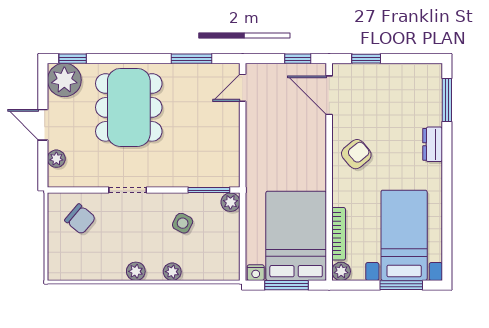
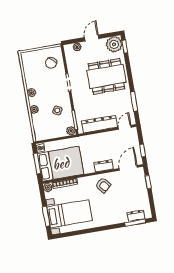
door: (243, 88) -> (125, 127), hinge flipped
dresser: (227, 140) -> (99, 124), added
dresser: (433, 144) -> (136, 216), moved
dresser: (316, 146) -> (104, 166), added

